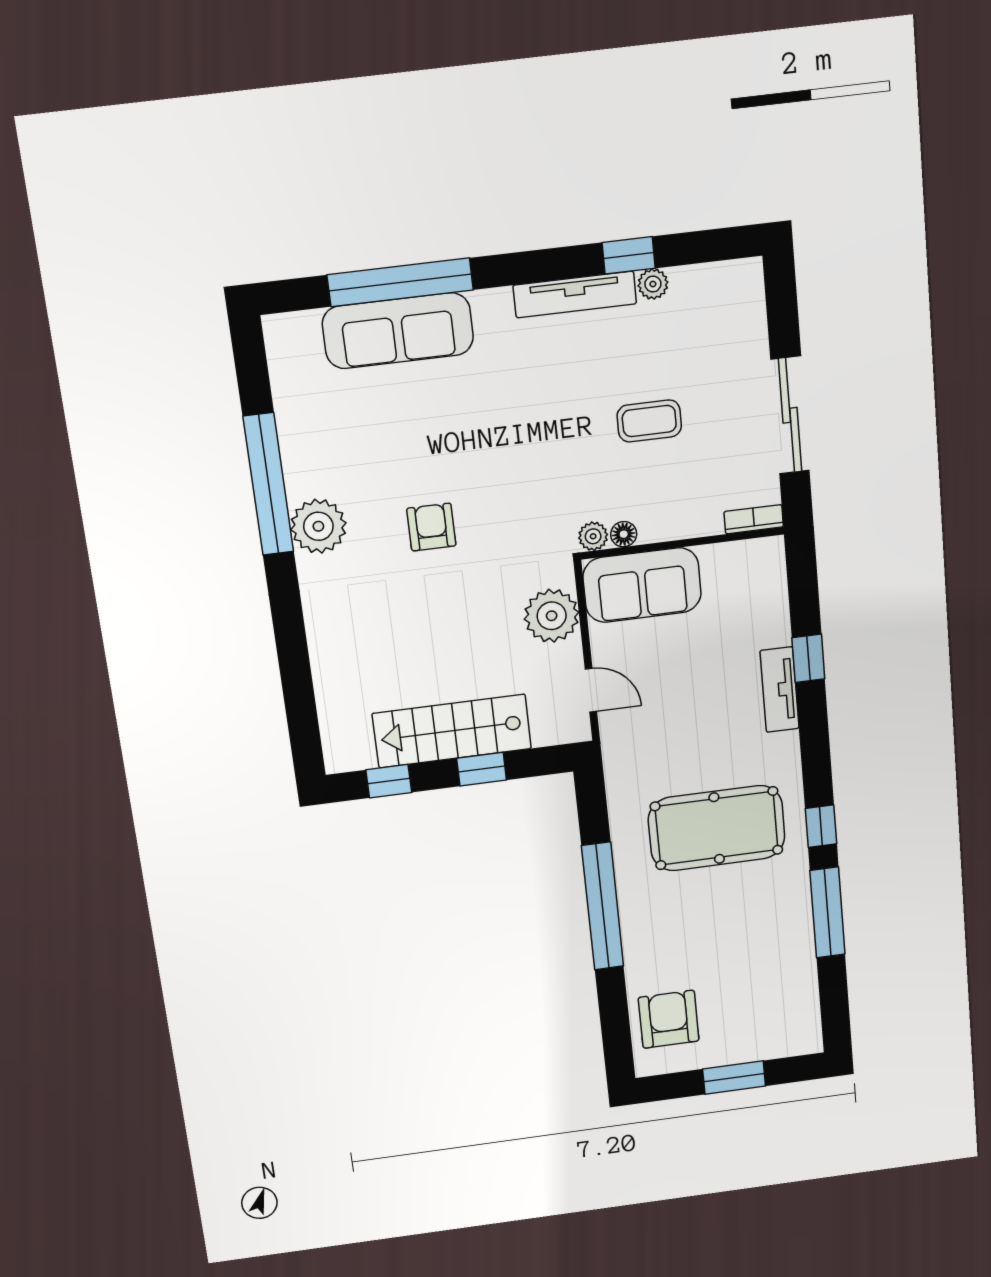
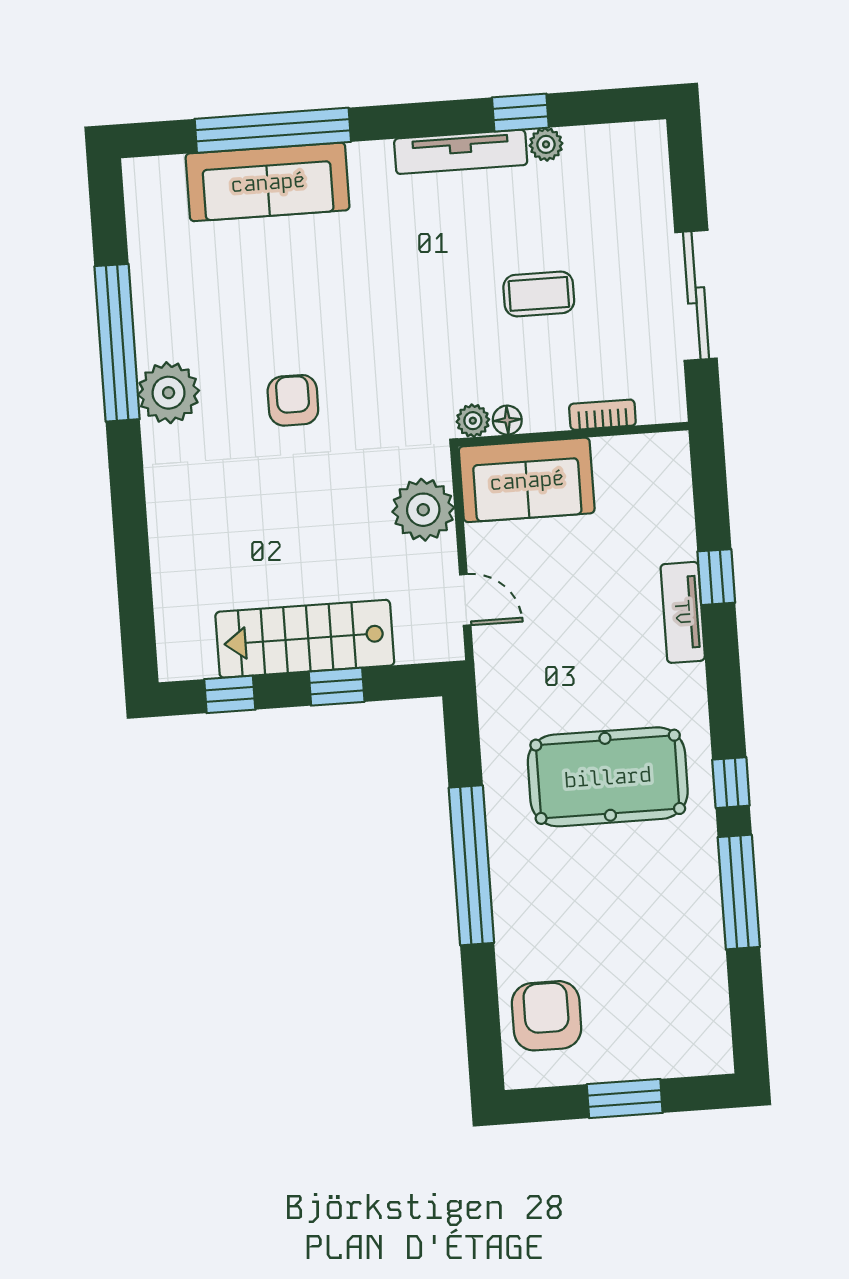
bookcase: (754, 519) -> (602, 415), moved

